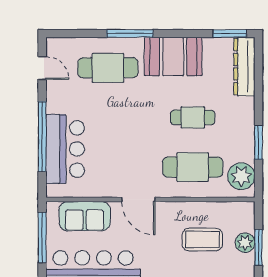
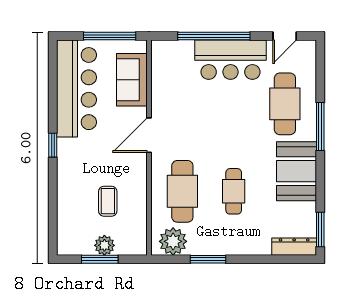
dresser: (244, 67) -> (294, 247), width x0.73, depth x0.80
bar counter: (65, 149) -> (230, 60), moved
coffee table: (202, 239) -> (108, 201), width x0.73, depth x0.77

